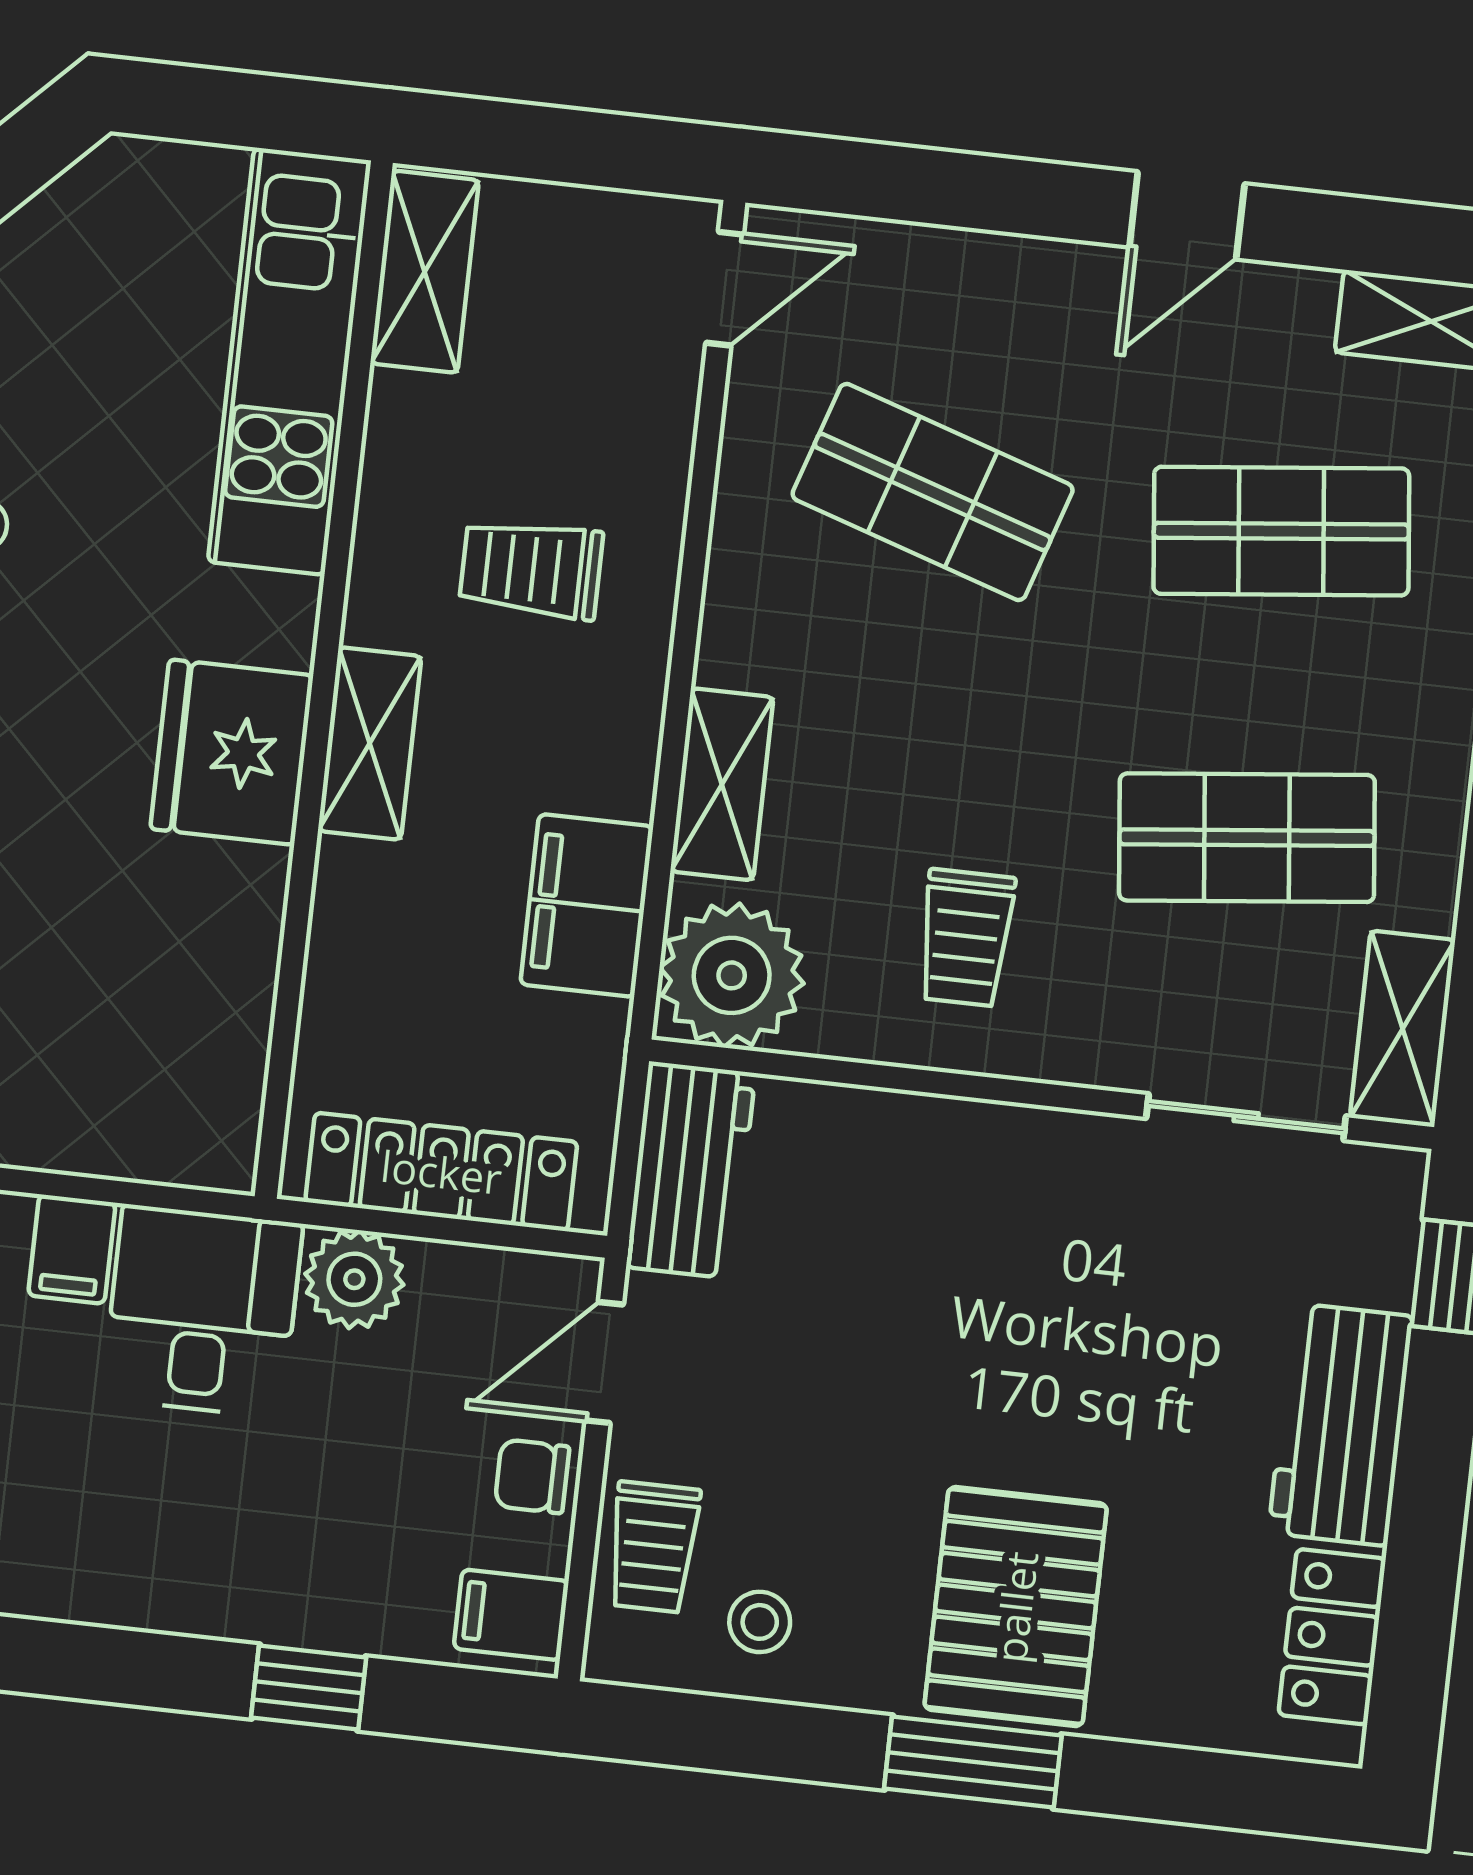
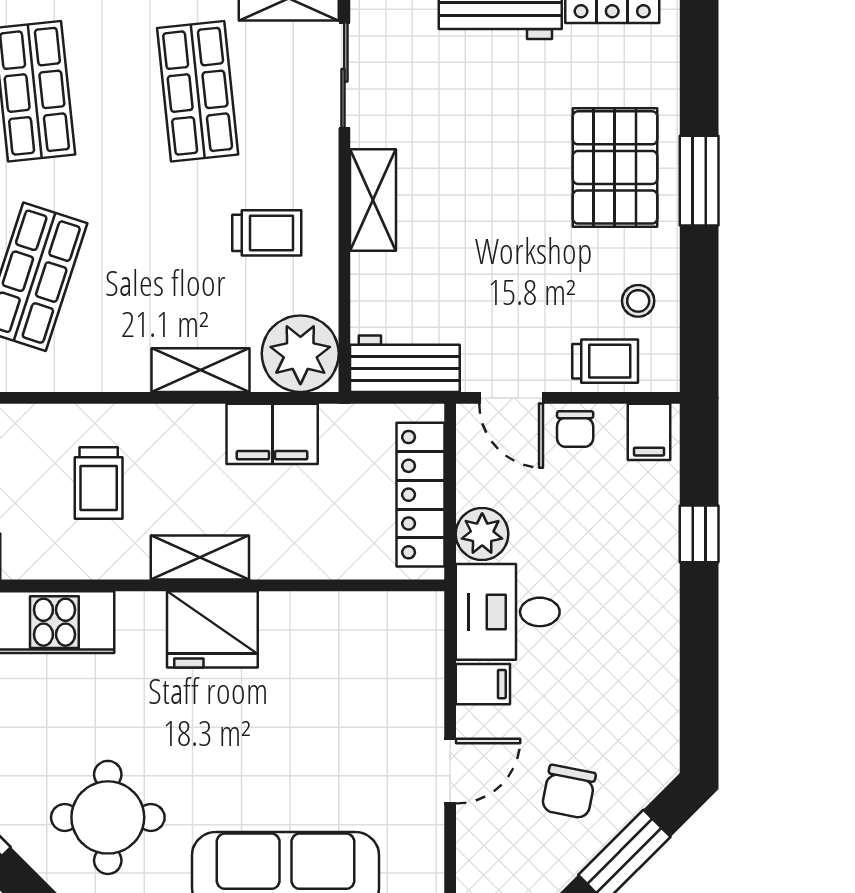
shelving: (1005, 1145) -> (373, 200), added
pallet: (1016, 1607) -> (615, 167), turned 90

